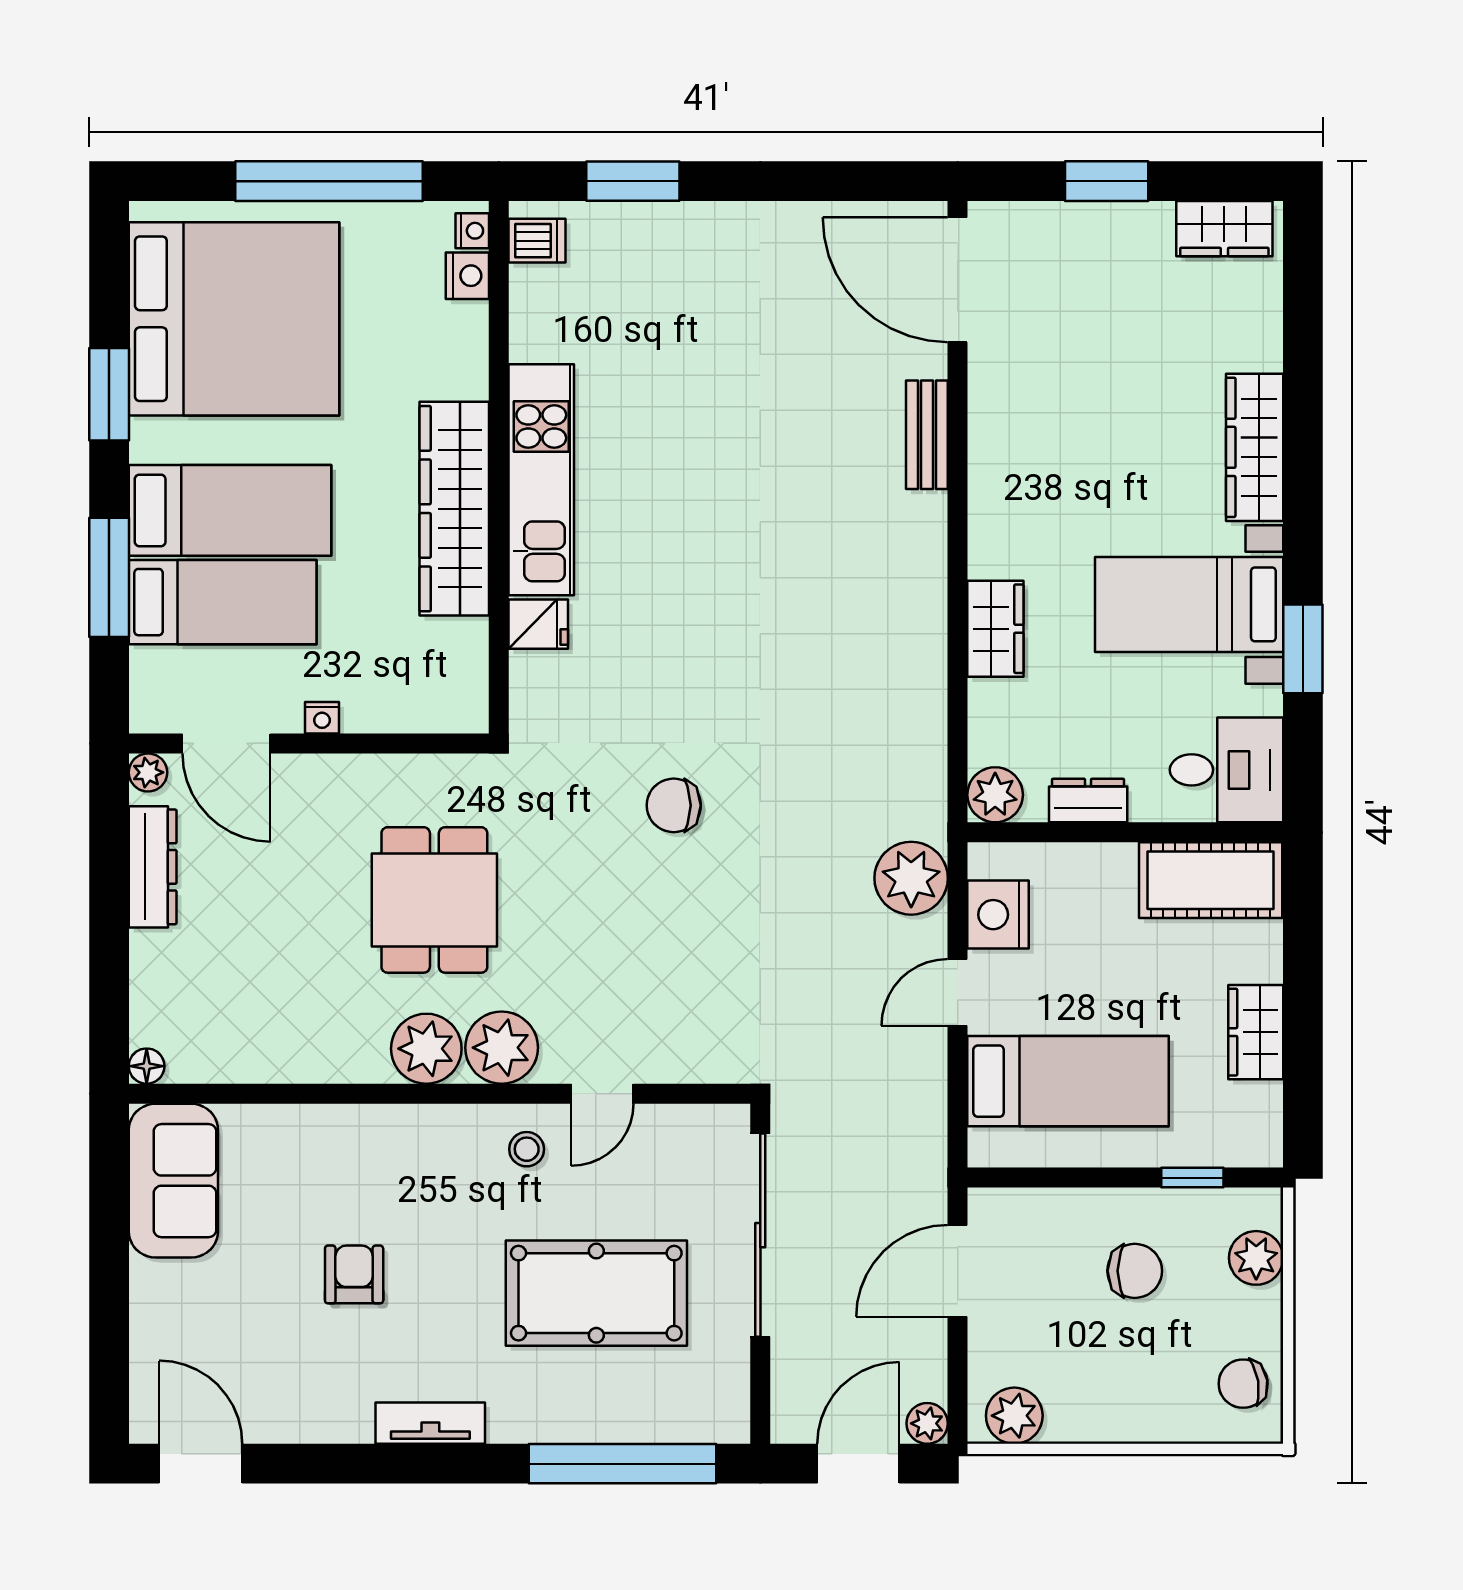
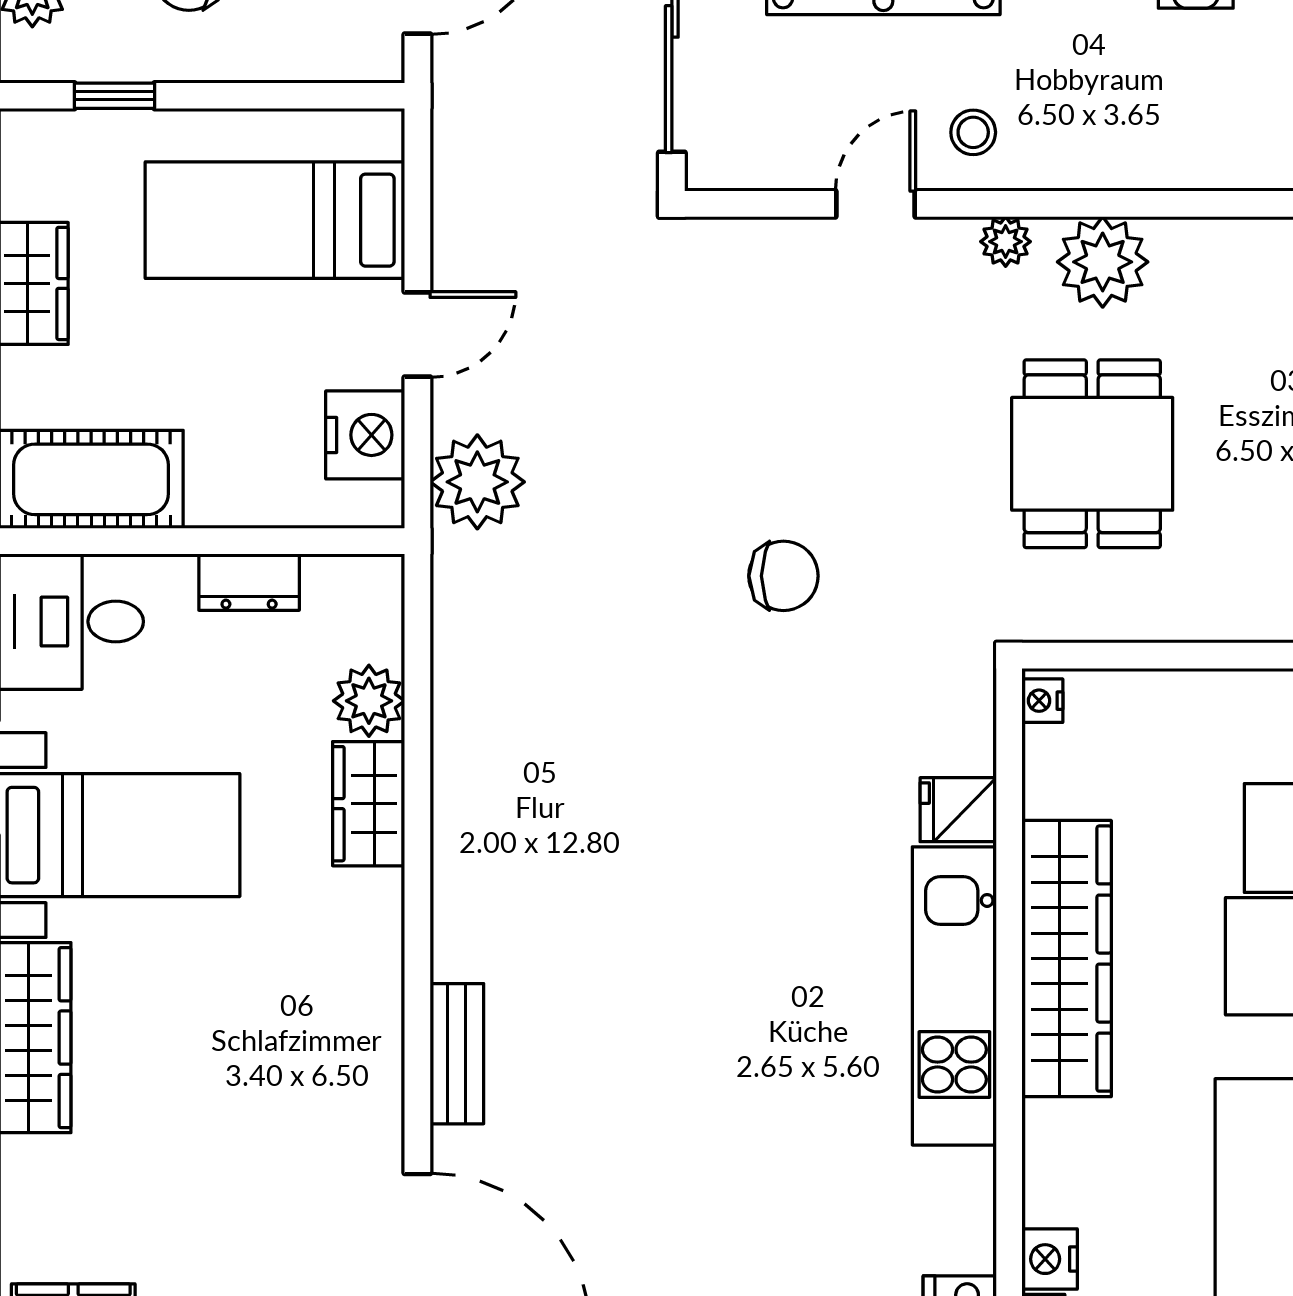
nightstand: (322, 718) -> (1042, 701), moved, turned -90
plant: (995, 795) -> (369, 701), moved
plant: (502, 1048) -> (1006, 242), width x0.53, depth x0.53

